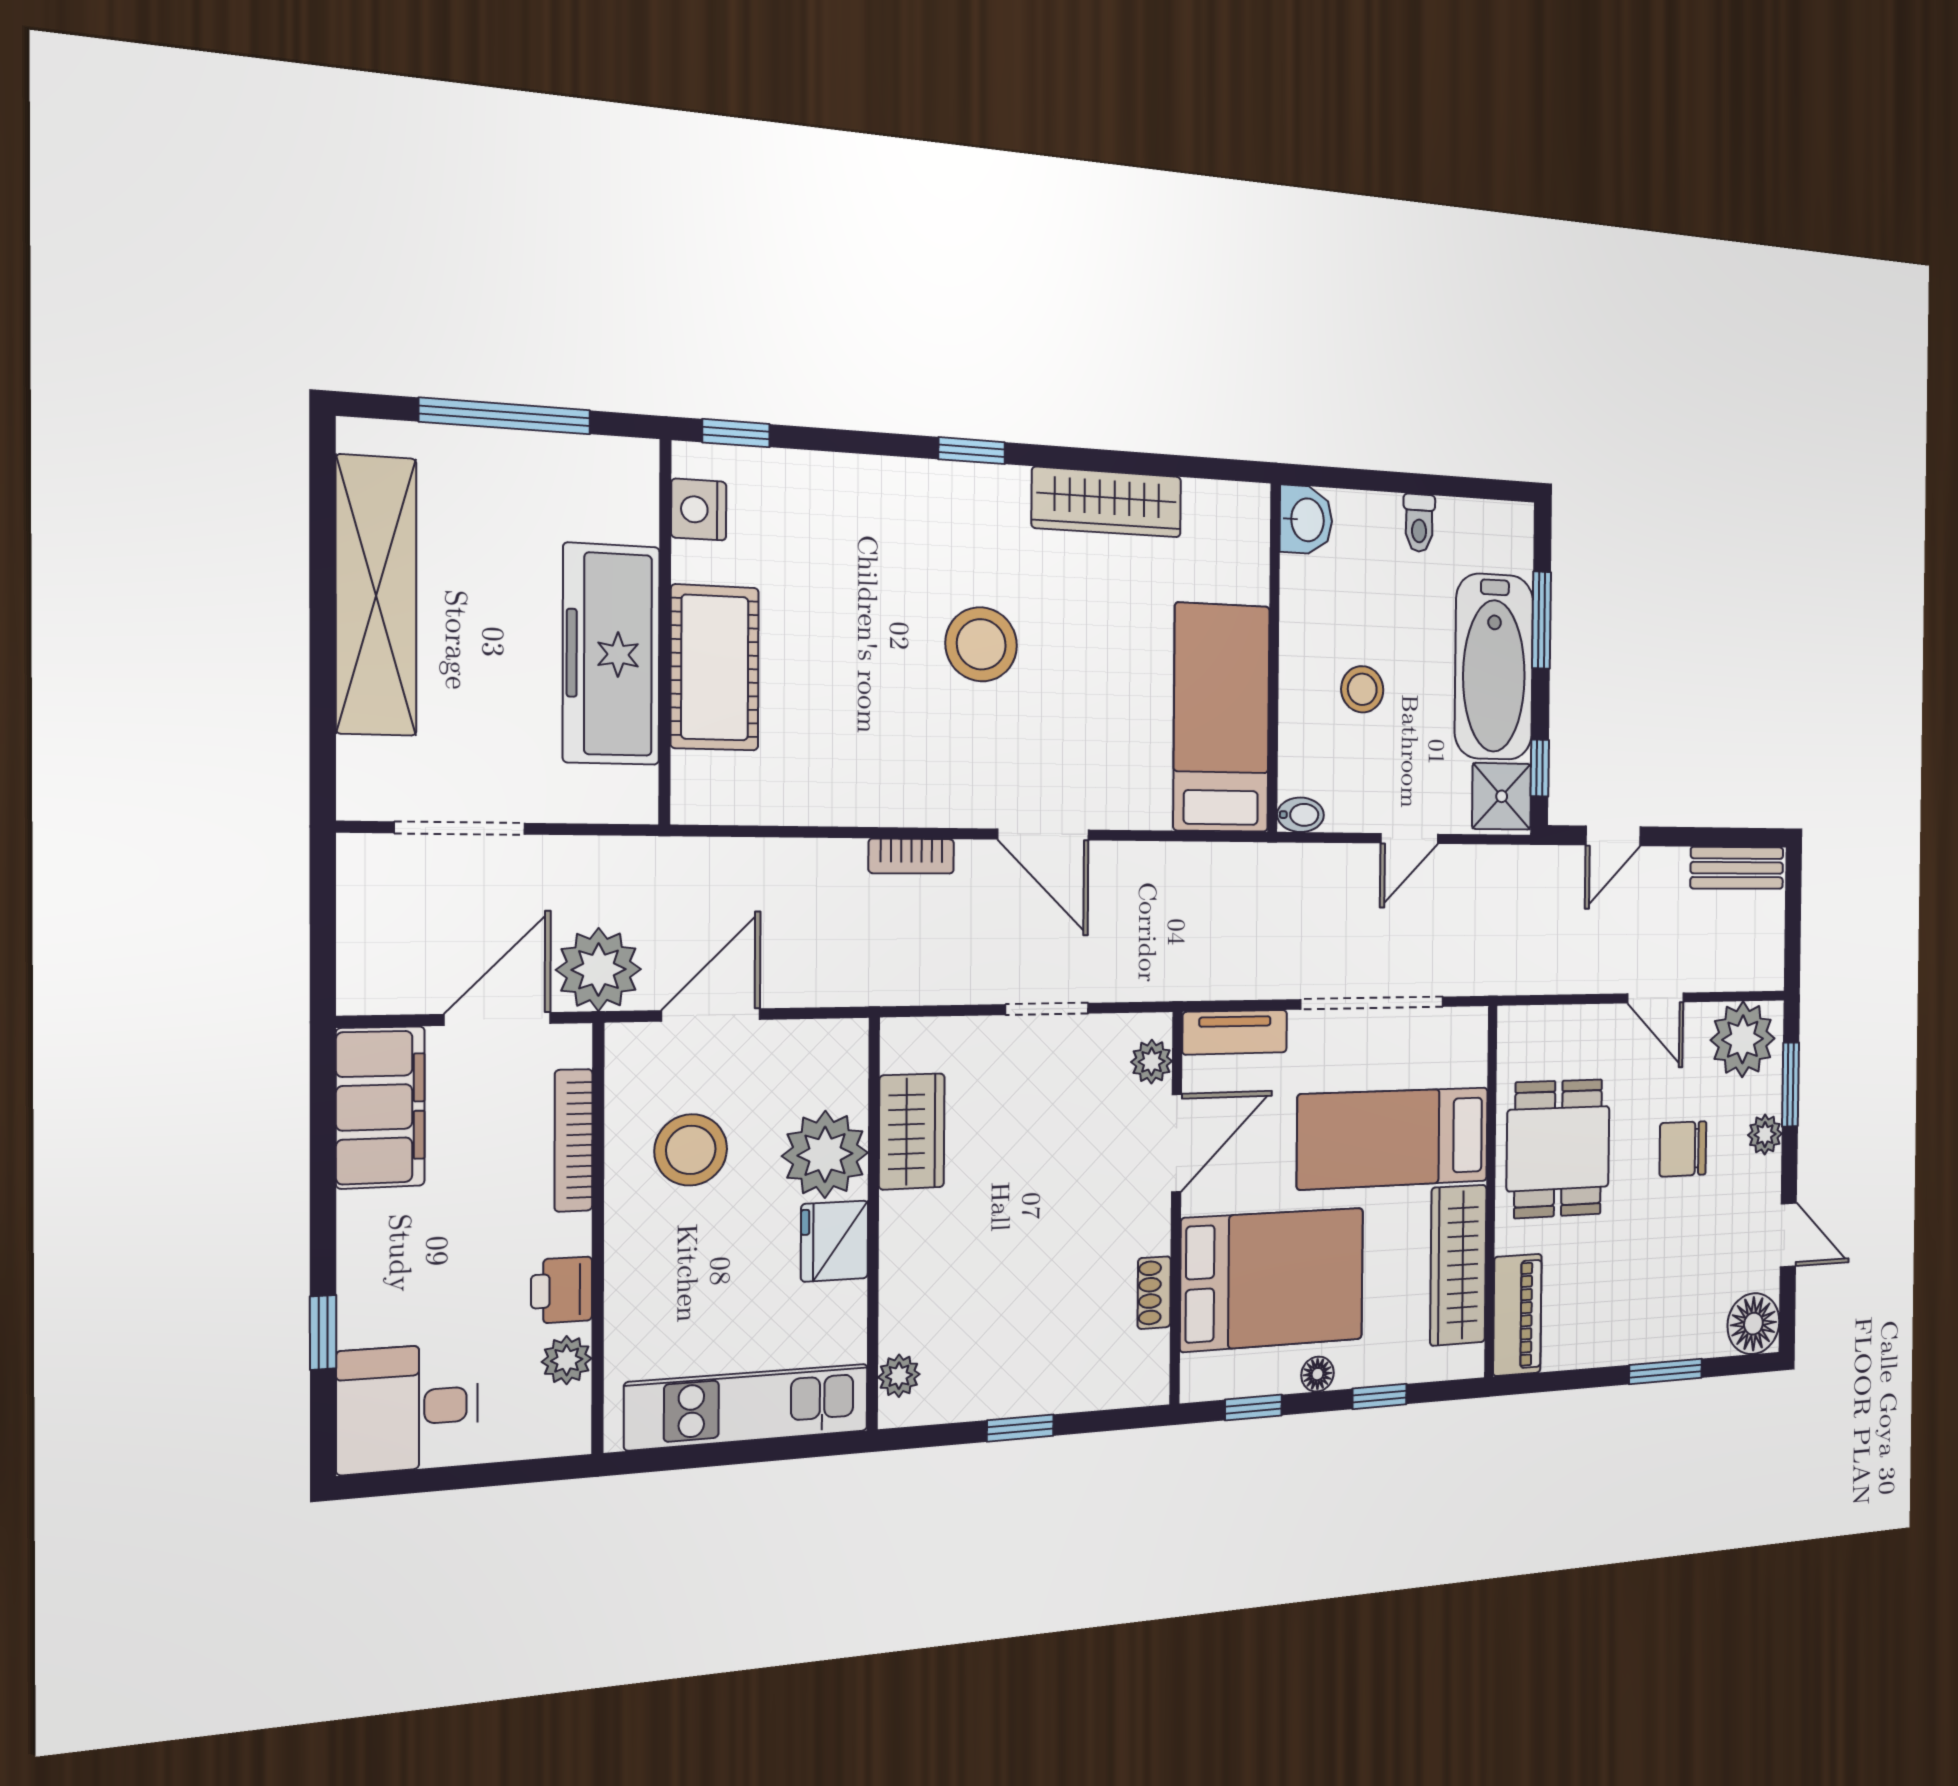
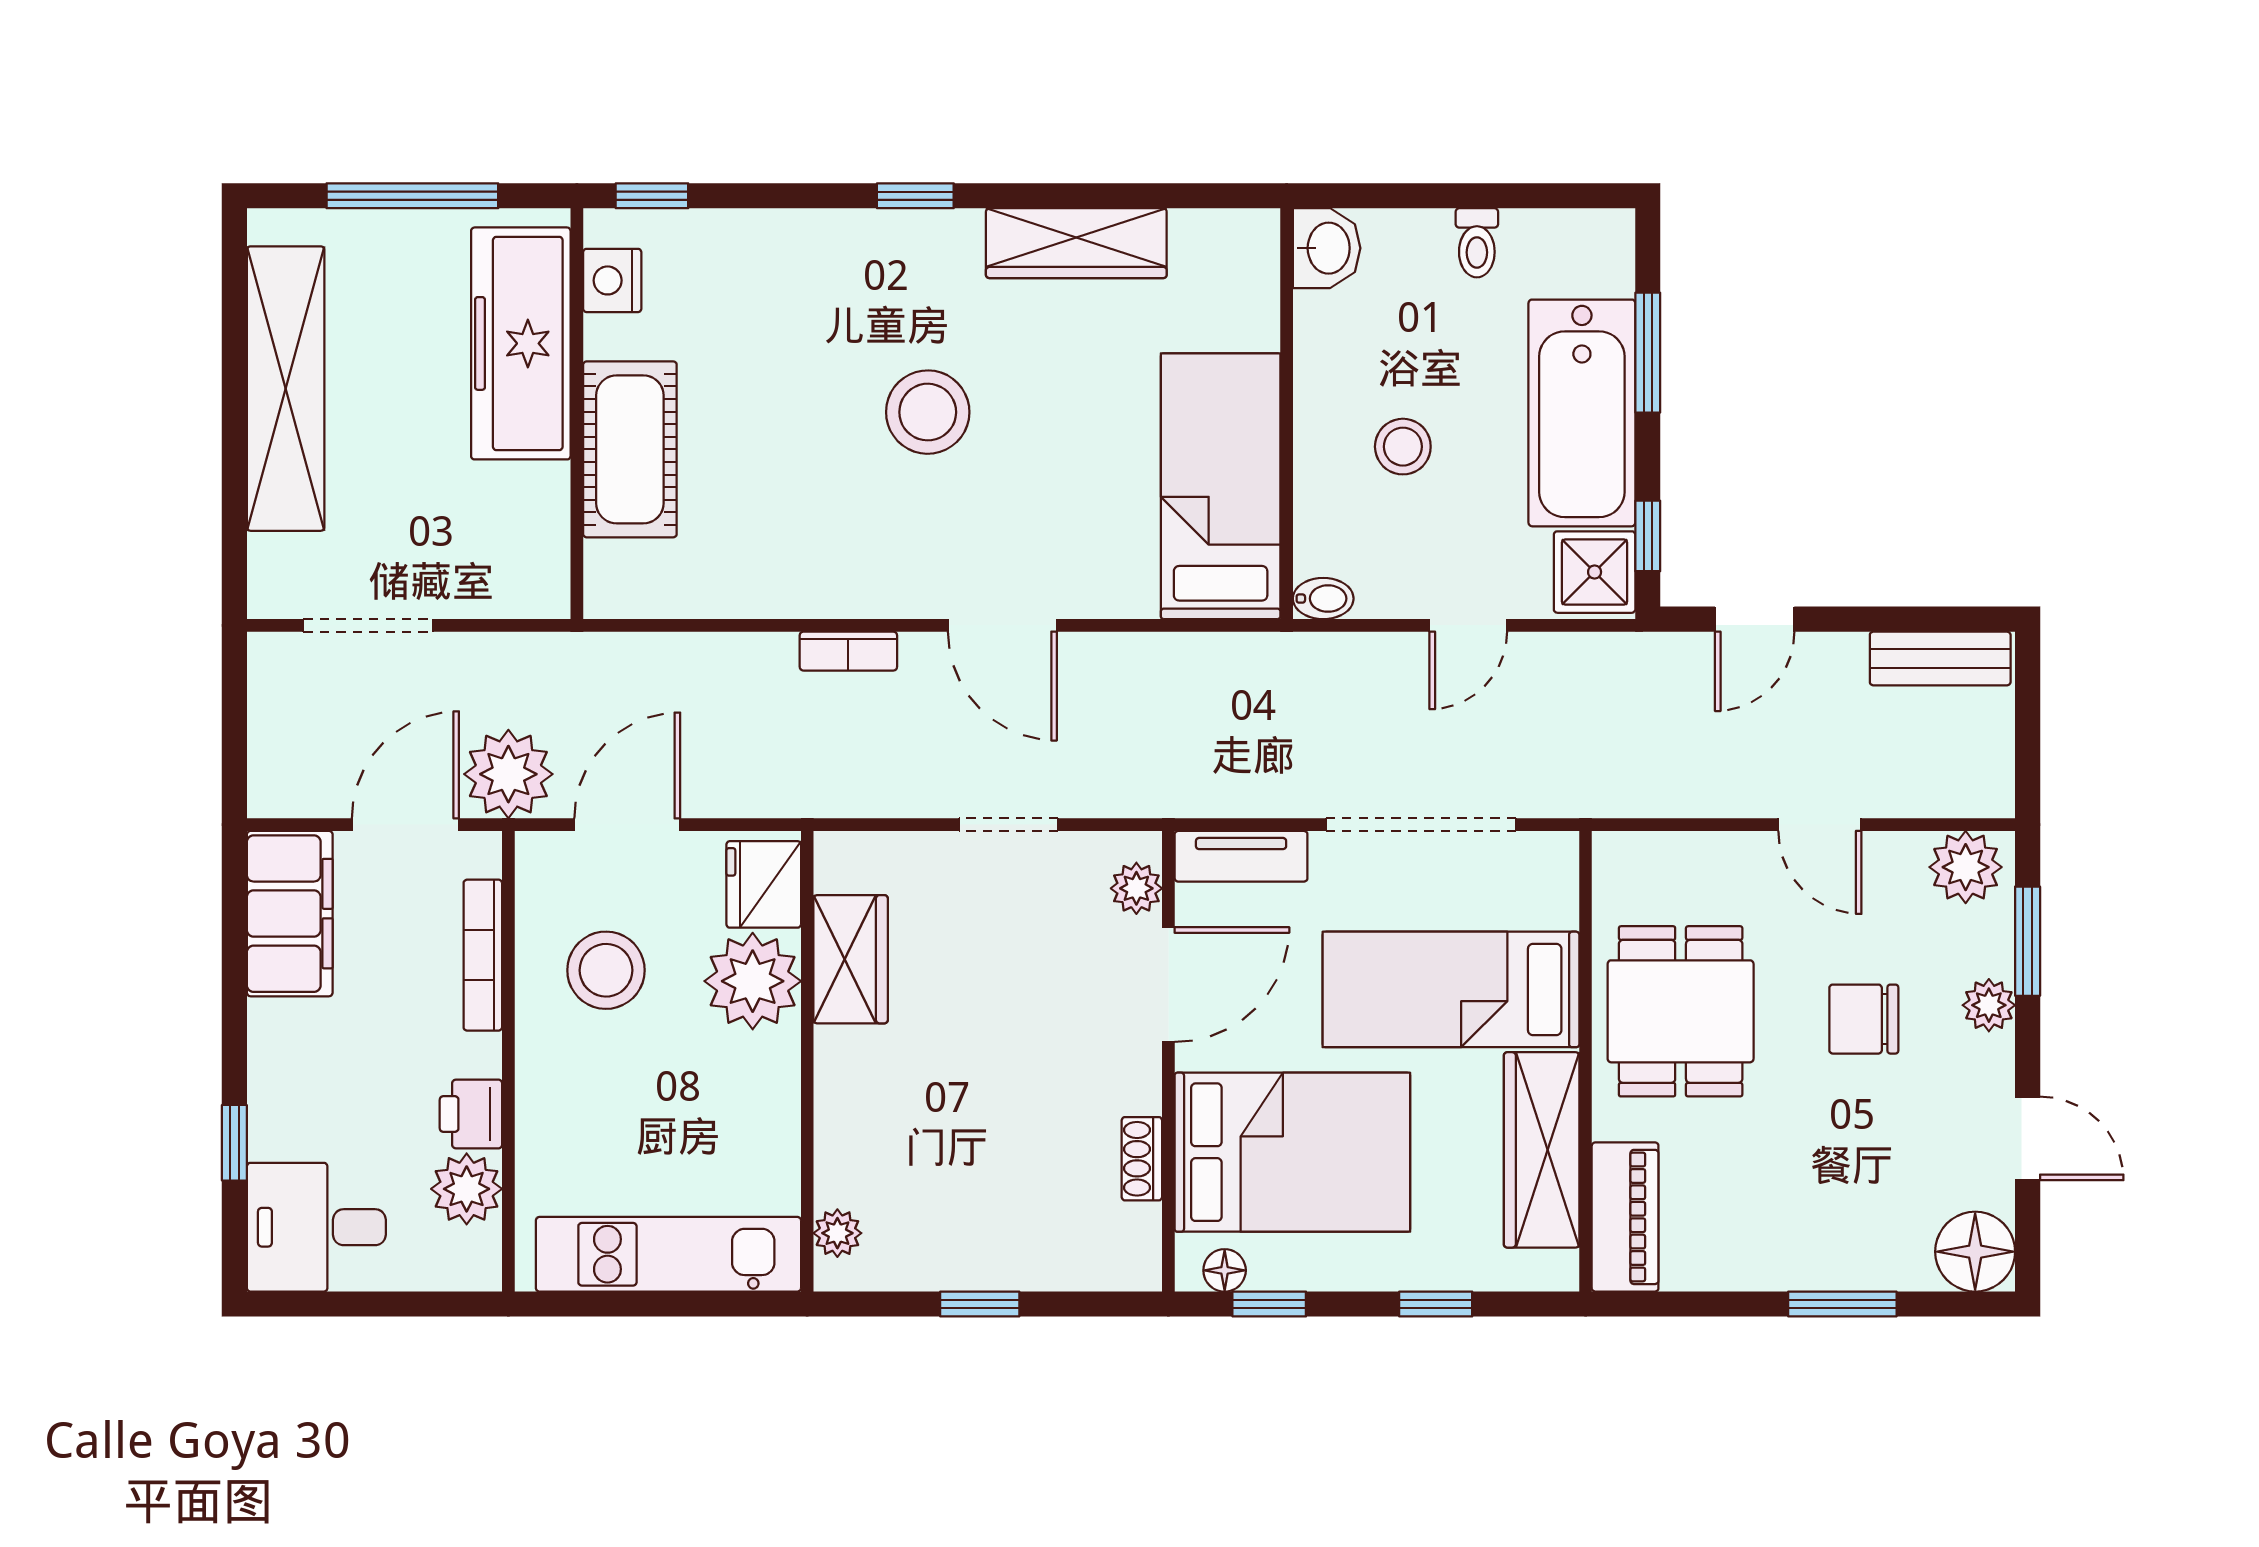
freezer: (611, 654) -> (521, 343), moved
plant: (1743, 1039) -> (1966, 867), width x0.73, depth x0.73
fridge: (835, 1241) -> (764, 884), moved
plant: (567, 1360) -> (467, 1189), width x1.38, depth x1.38
floor lamp: (1318, 1374) -> (1225, 1270), moved

